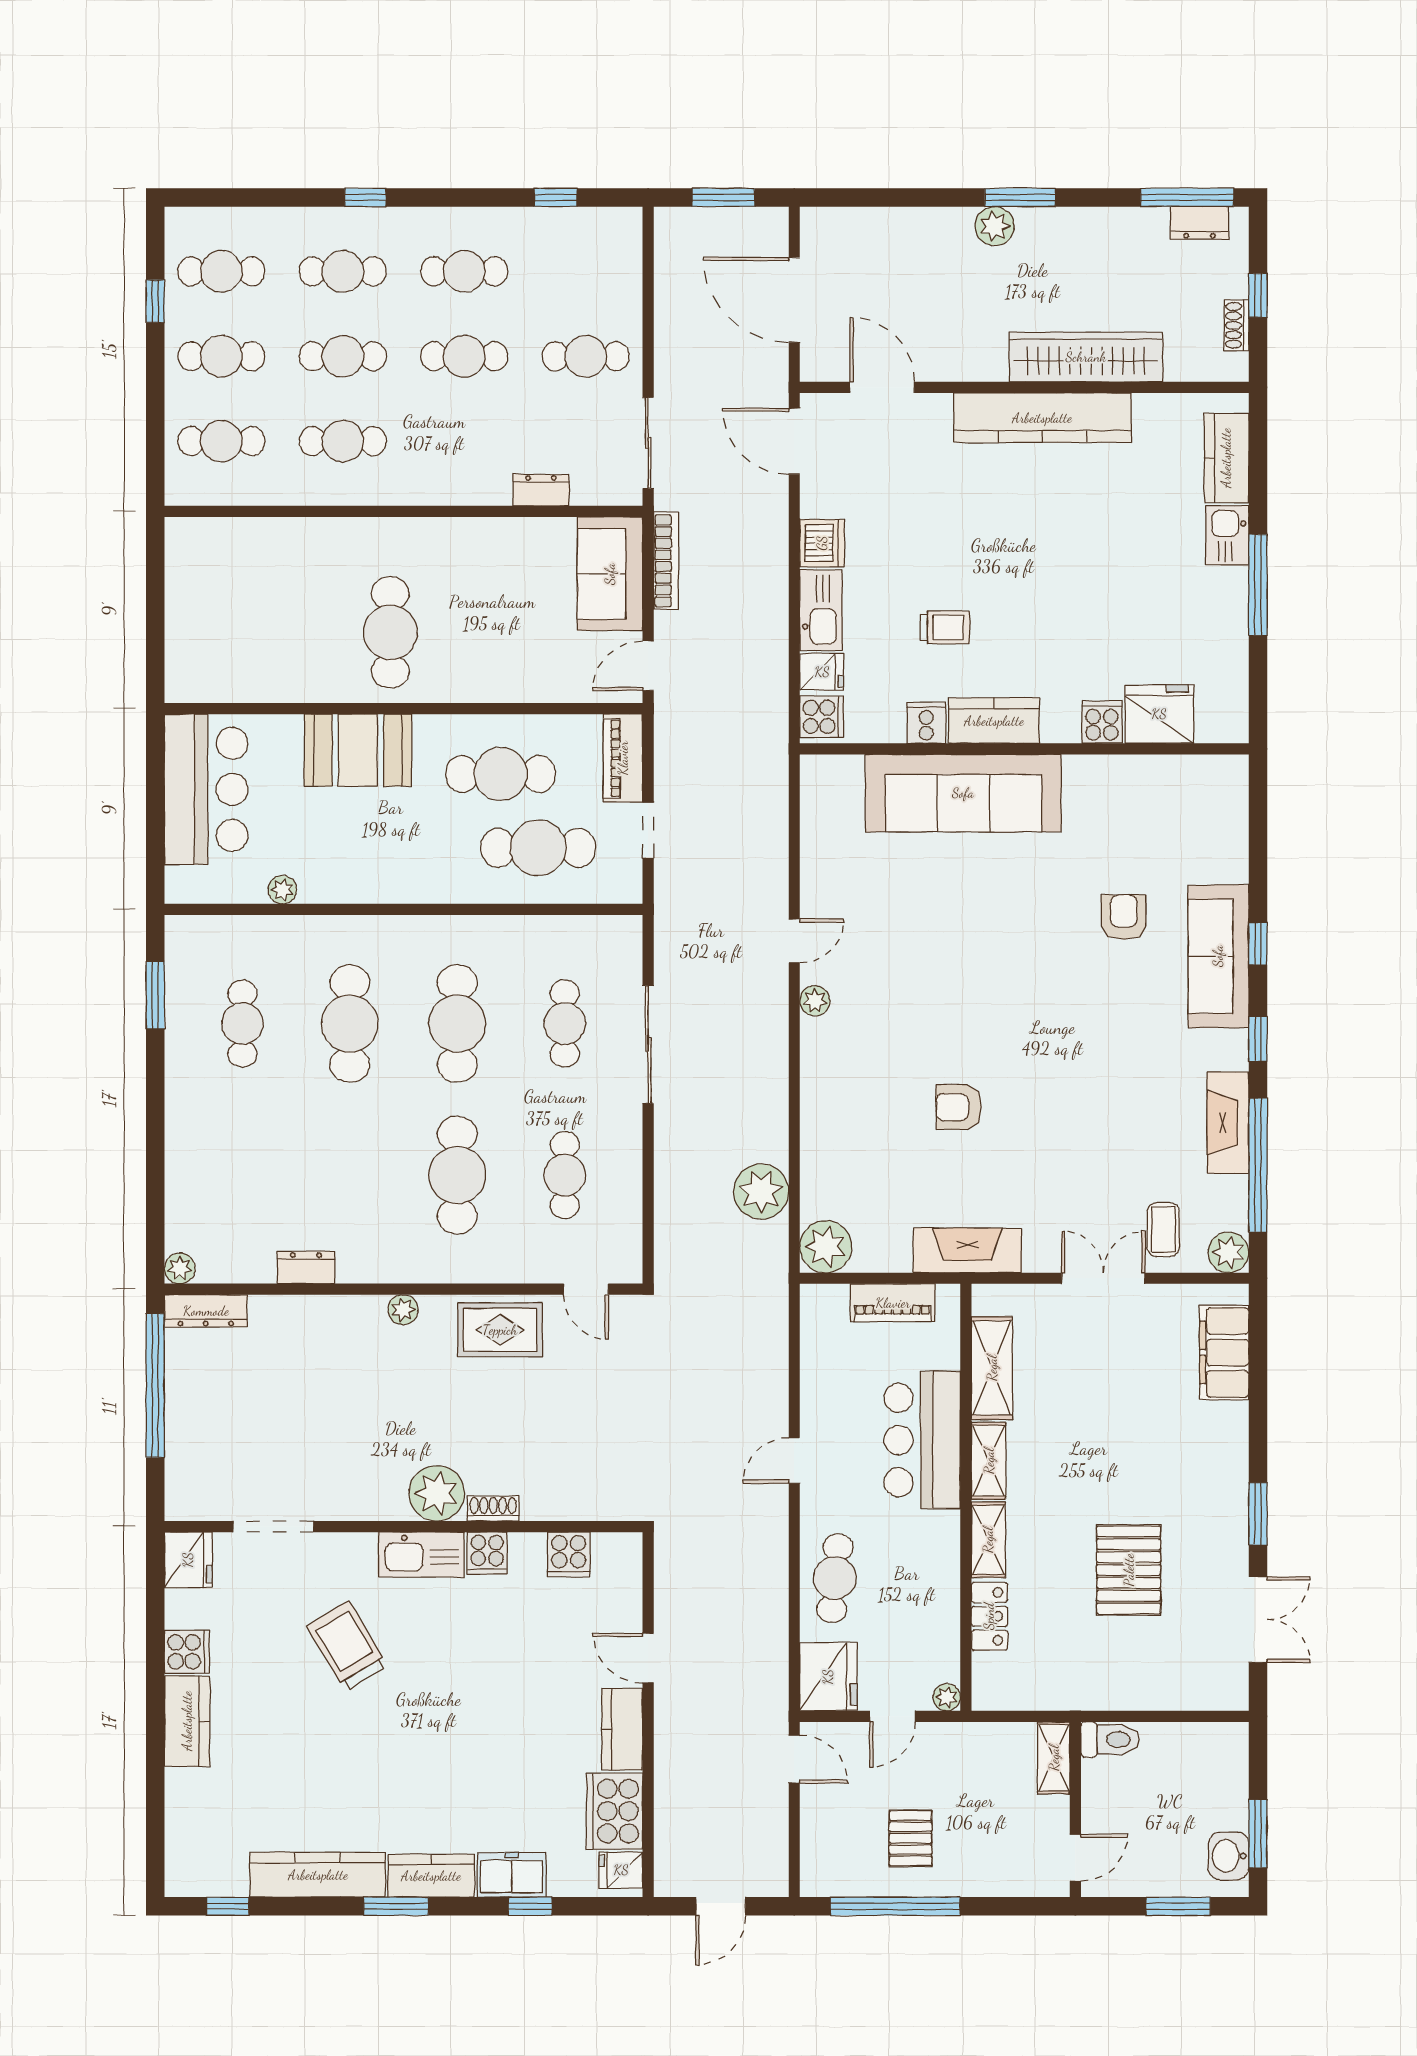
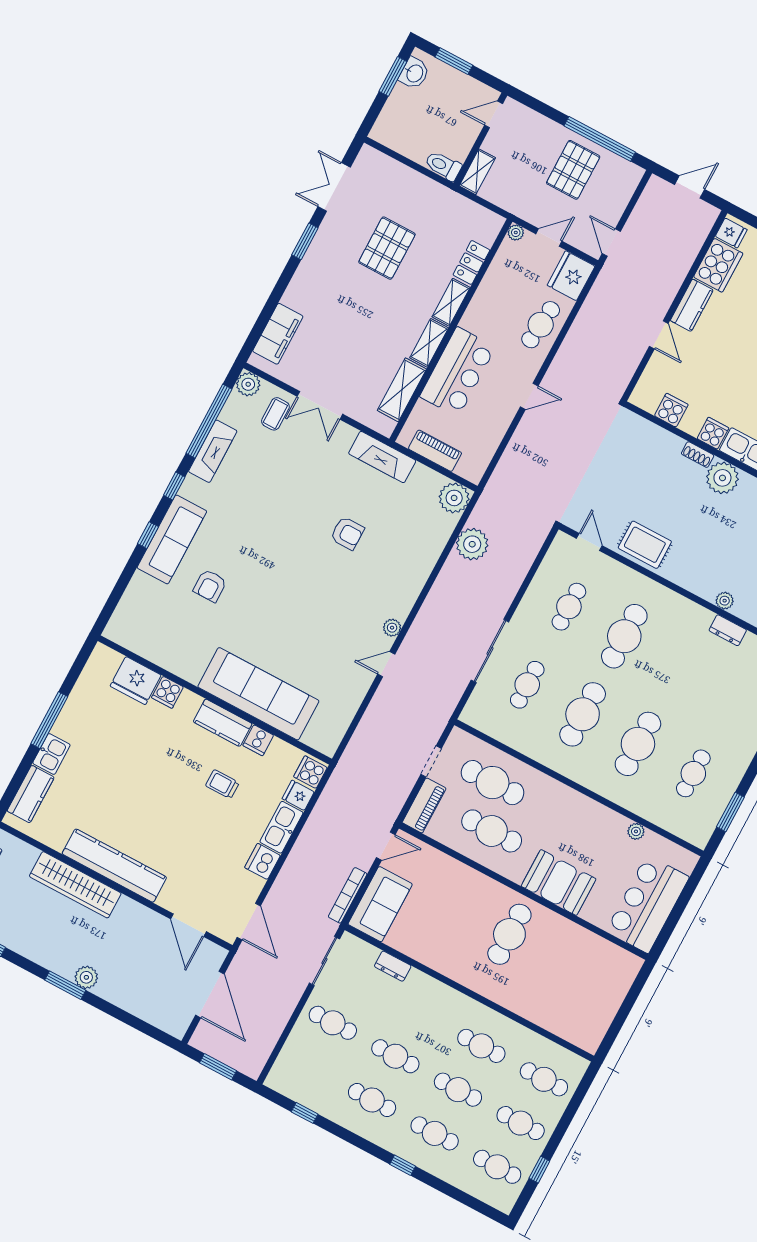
plant: (403, 1310) -> (725, 601), moved
pallet: (911, 1838) -> (573, 170), width x1.50, depth x1.42

